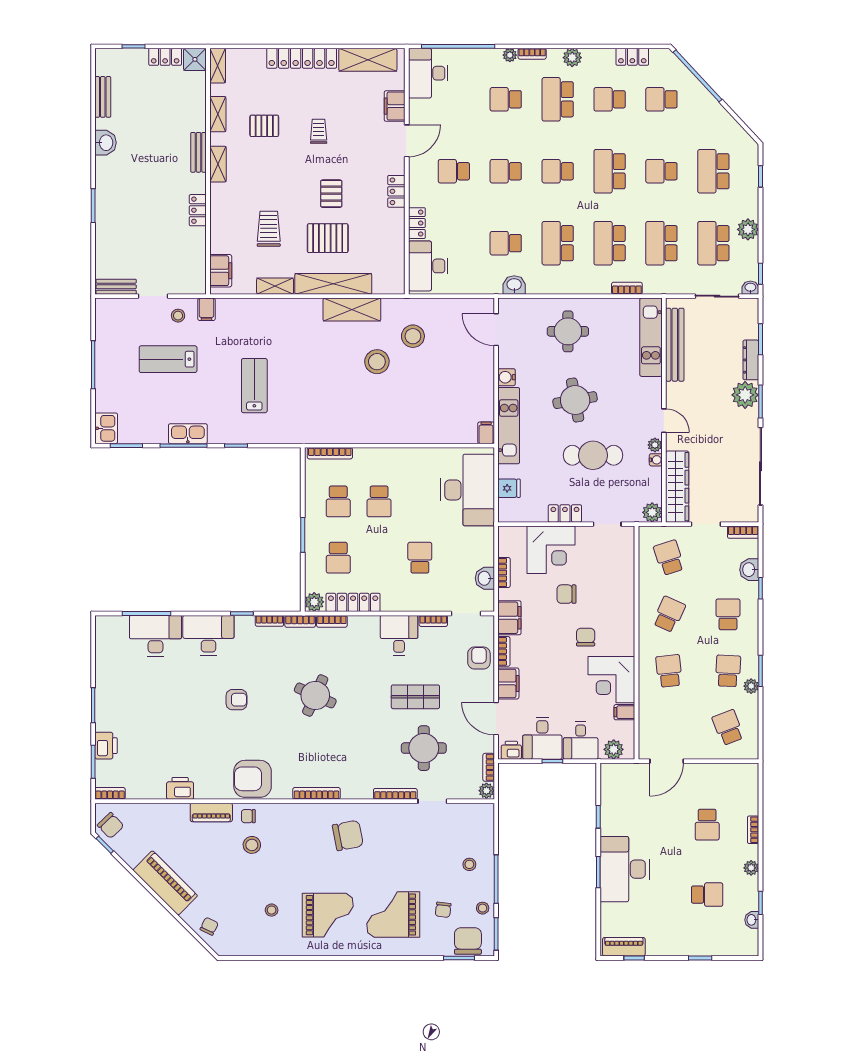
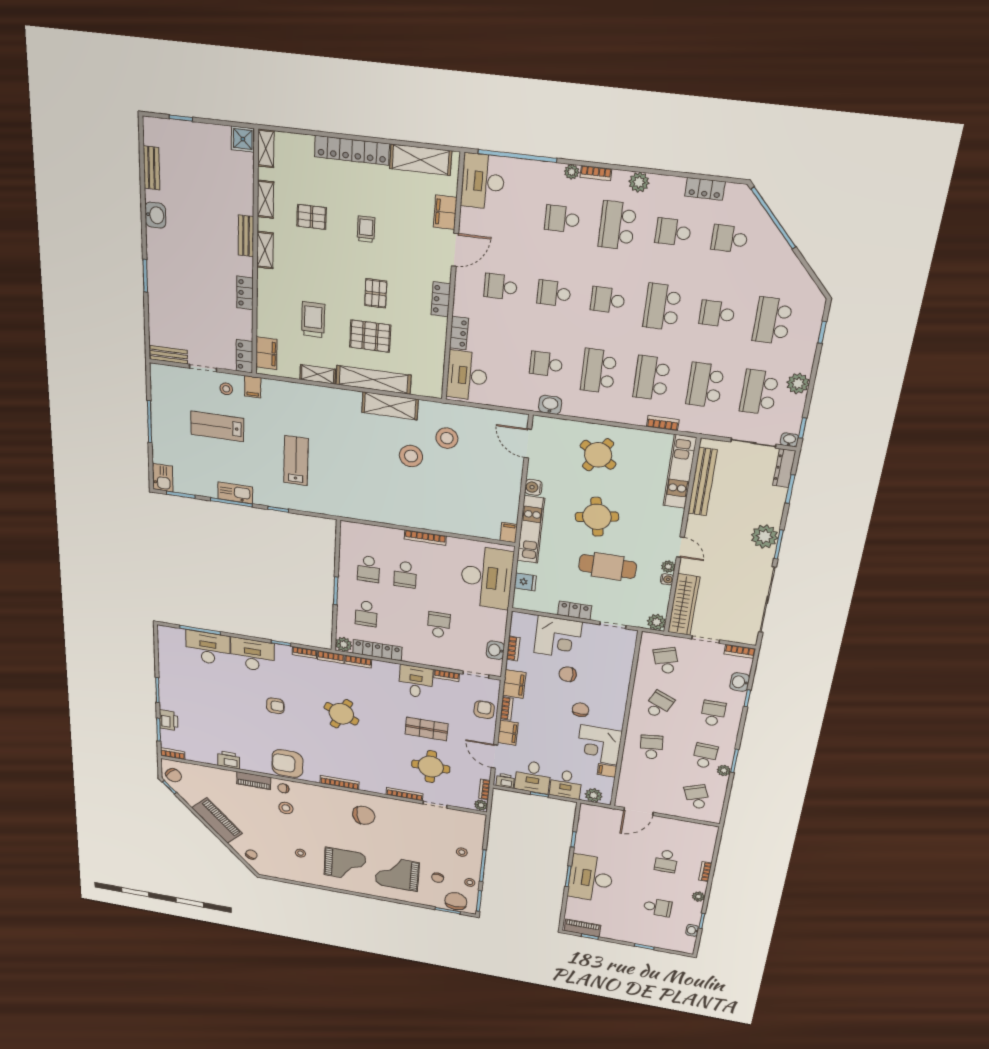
locker: (165, 57) -> (244, 356), moved, turned 90
round table: (568, 331) -> (598, 455), turned 32
dresser: (751, 360) -> (784, 468), moved
bookcase: (330, 453) -> (425, 538), moved

